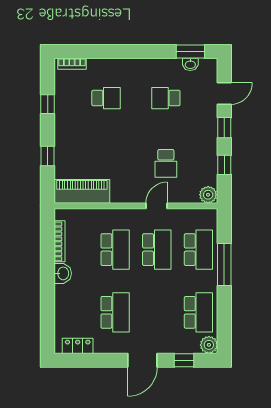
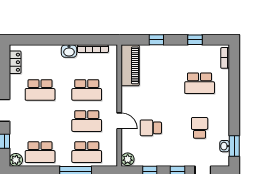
school desk: (106, 98) -> (200, 83), width x1.85

